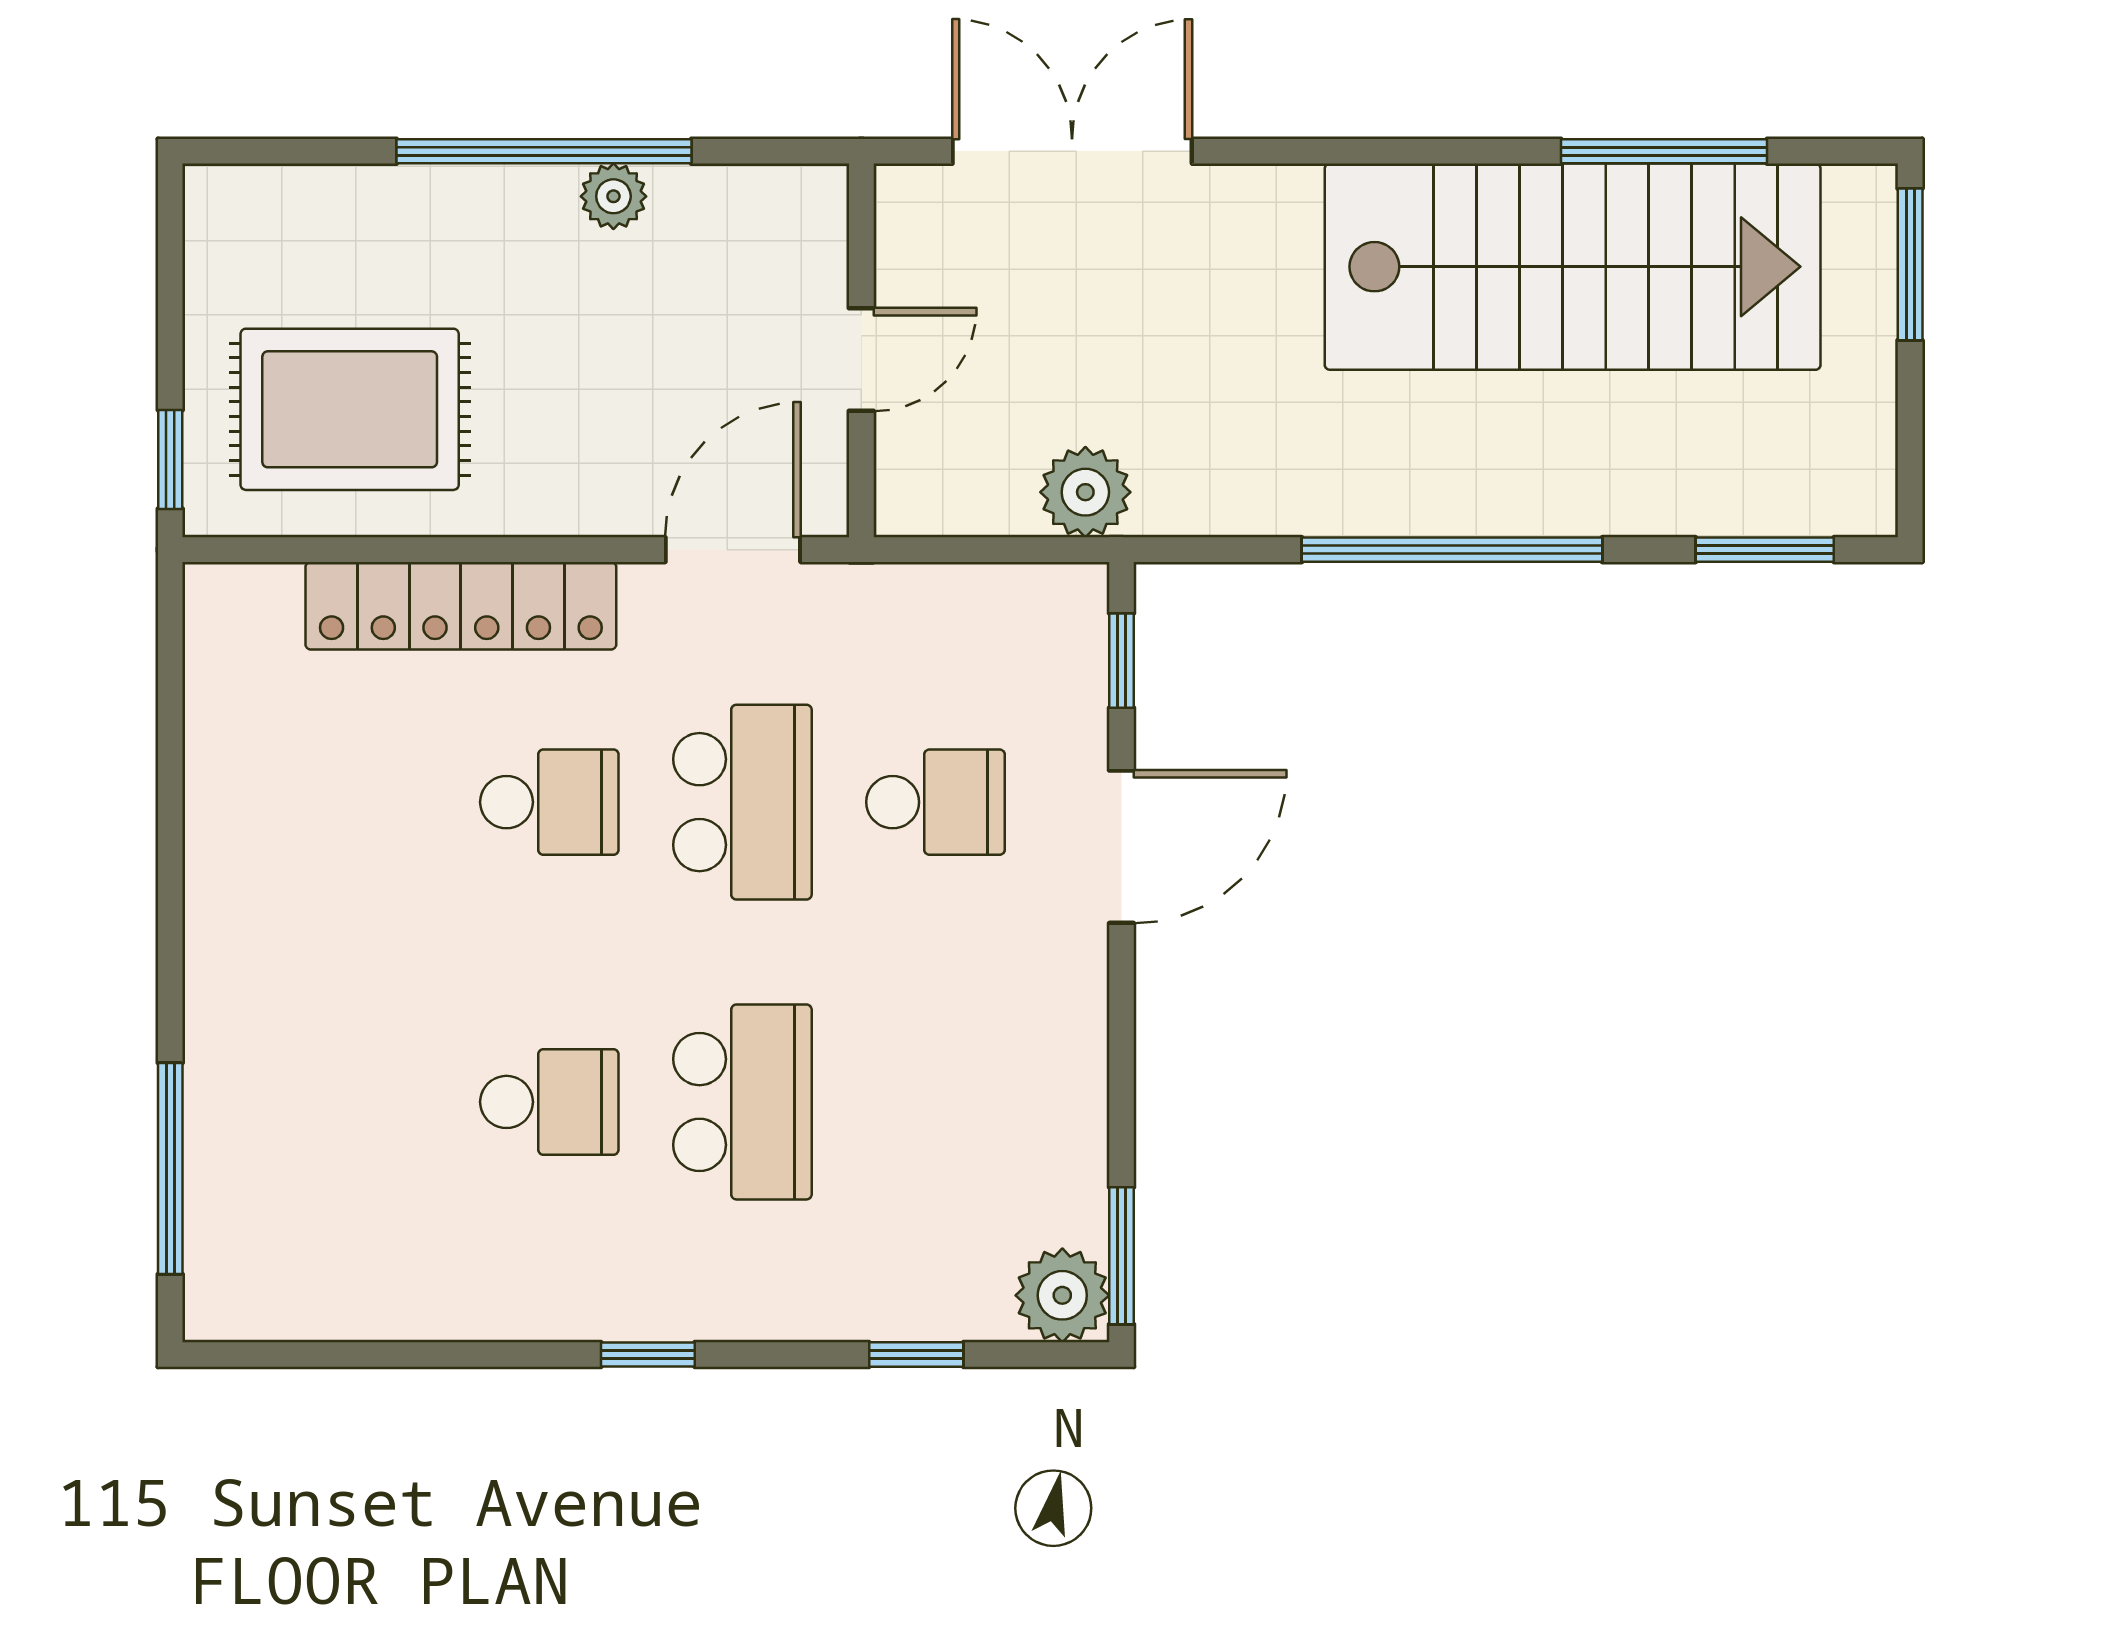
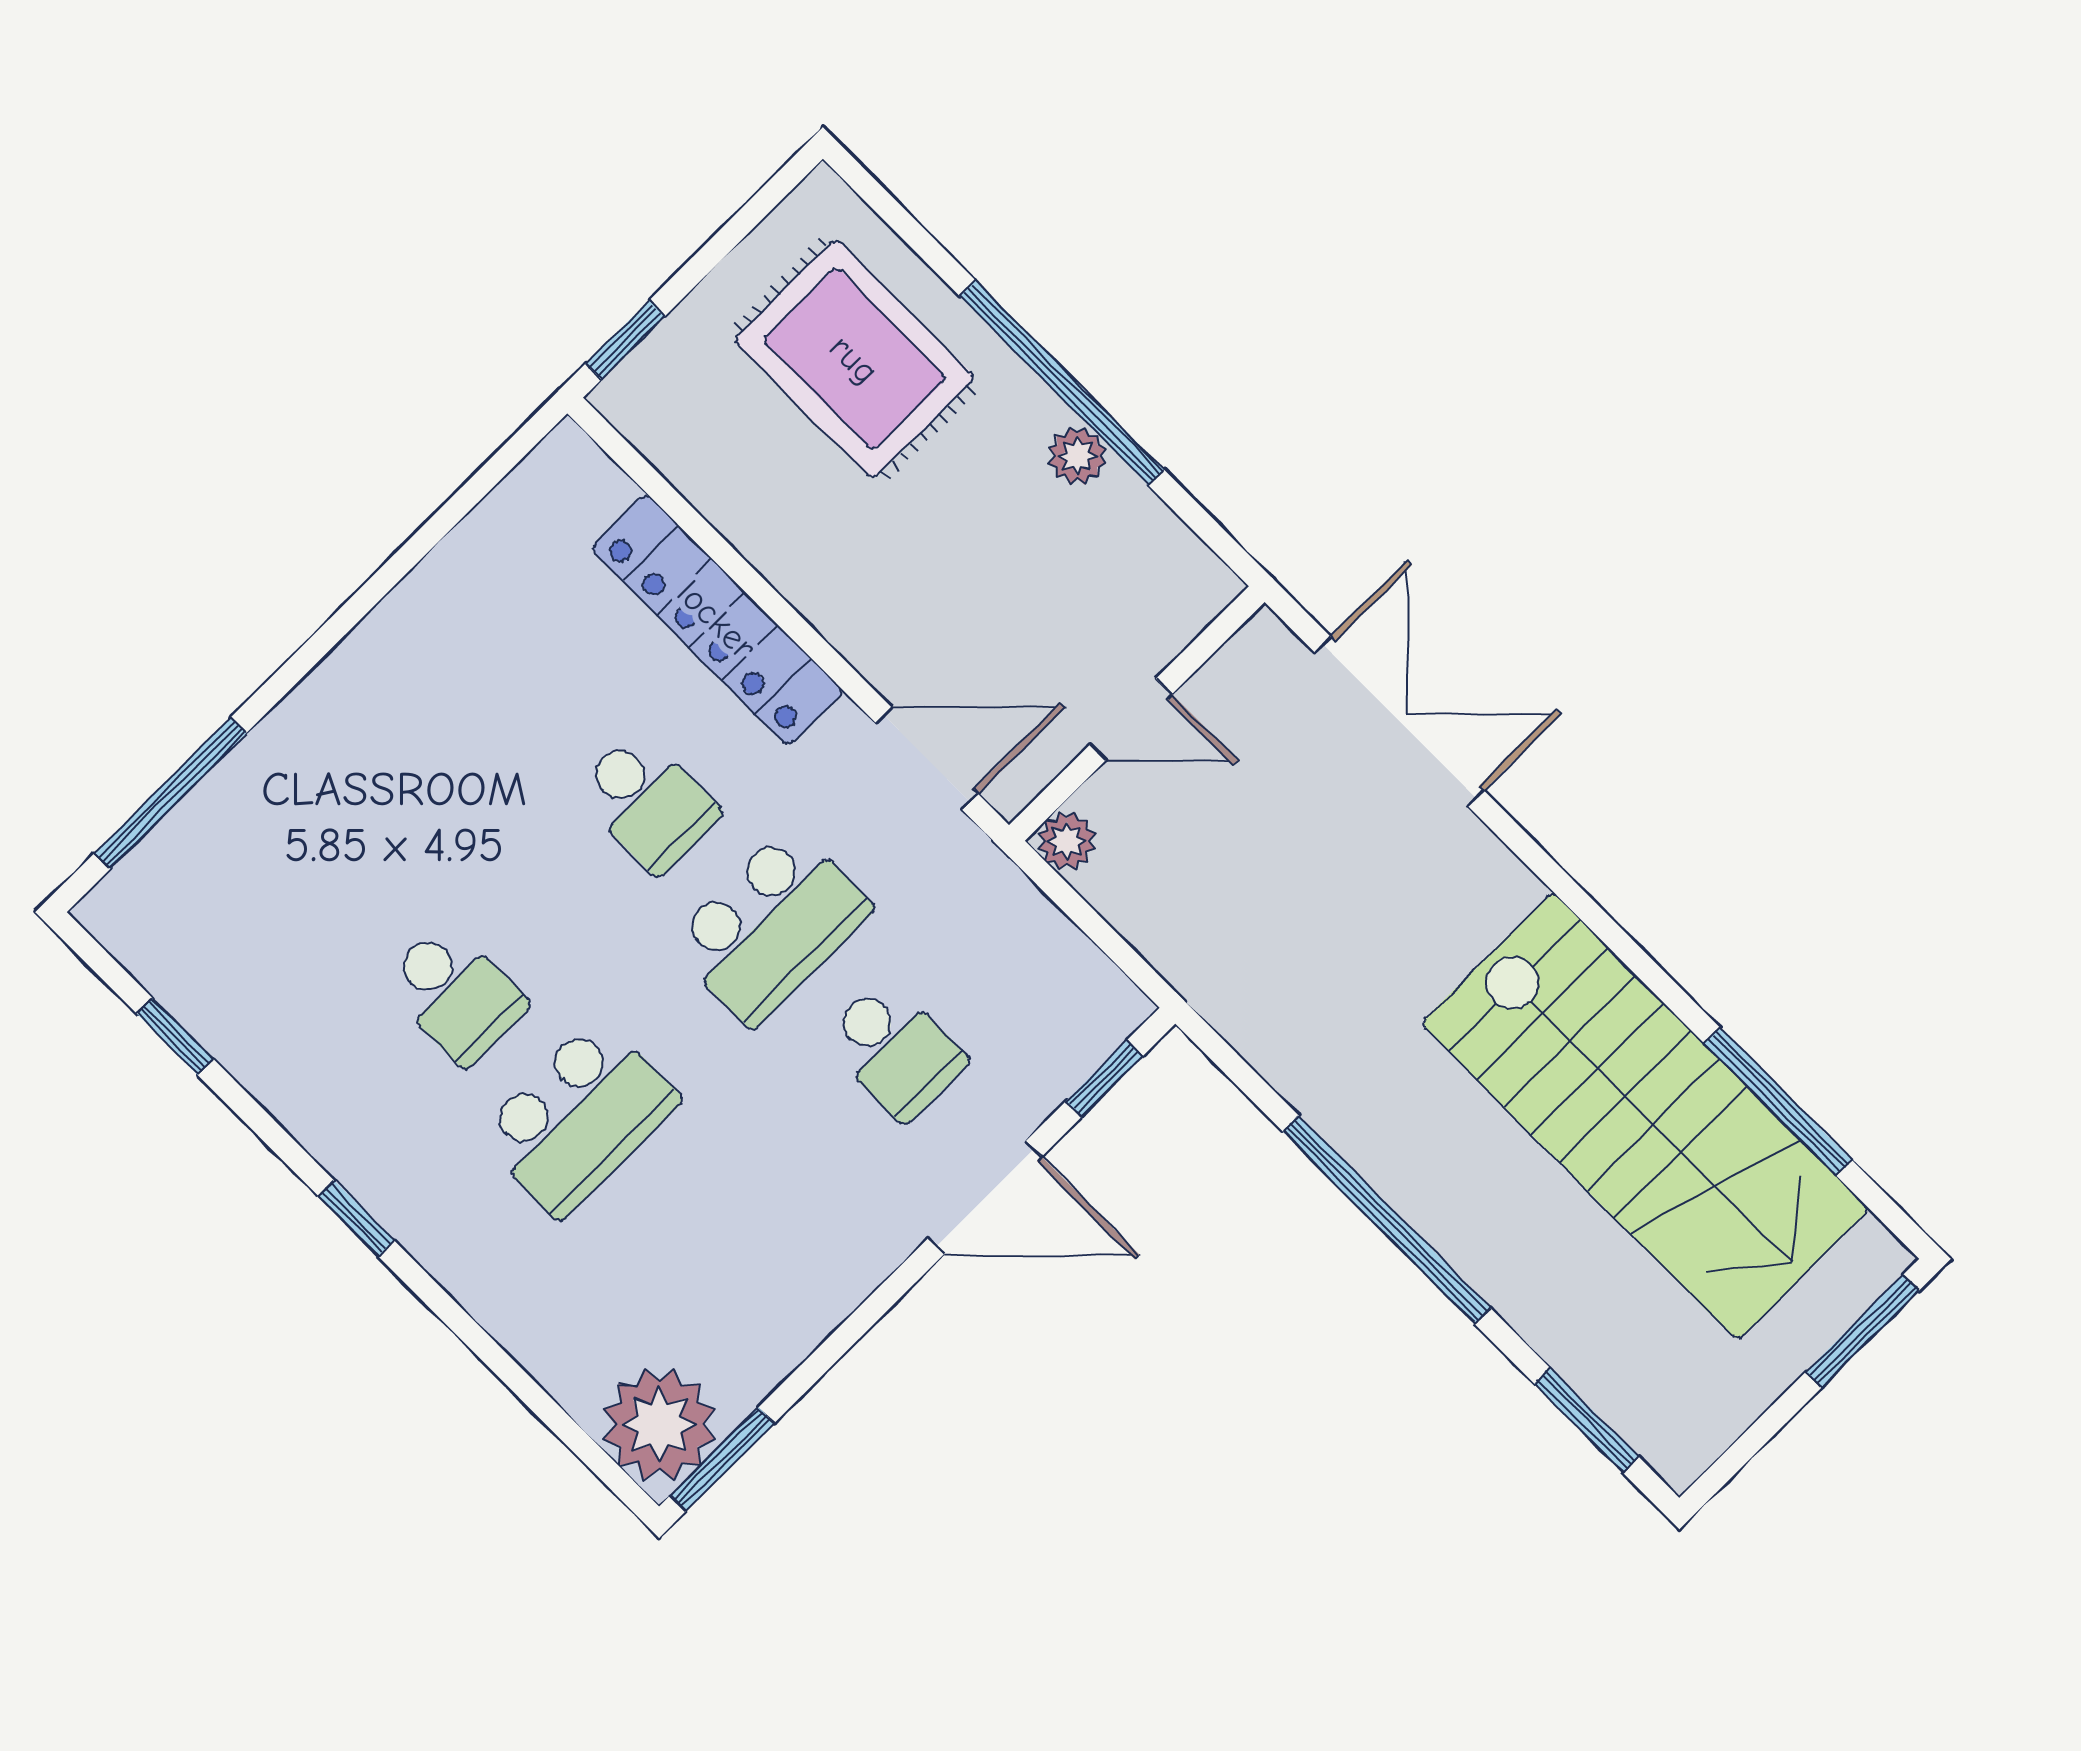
rug: (350, 409) -> (854, 359), moved
plant: (1085, 492) -> (1067, 841), moved, width x0.73, depth x0.73
plant: (1062, 1295) -> (659, 1425), width x1.36, depth x1.36
window: (916, 1354) -> (175, 1037), moved

